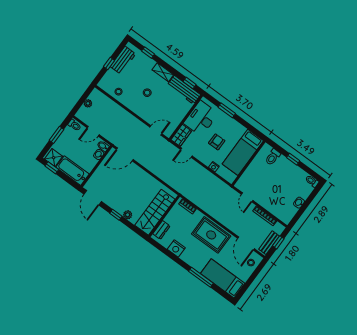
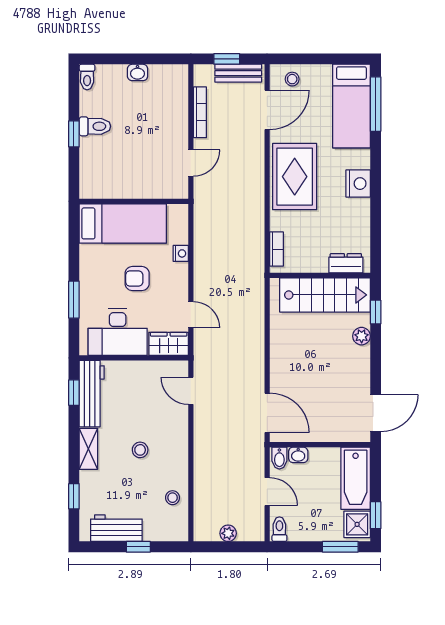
window: (57, 135) -> (340, 547), moved
toilet: (273, 157) -> (95, 126), moved
window: (116, 215) -> (376, 312), moved
nightstand: (176, 248) -> (358, 184), moved
window: (201, 277) -> (376, 104), moved

